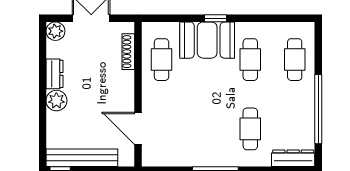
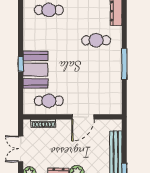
cafe table: (250, 60) -> (49, 40), removed
door: (138, 128) -> (83, 117), moved

